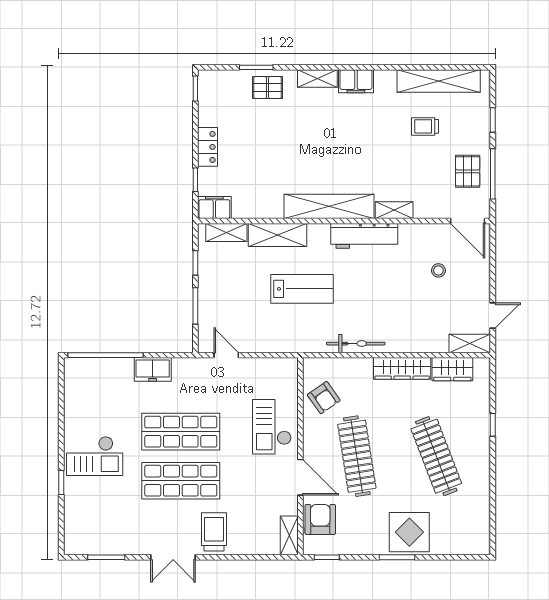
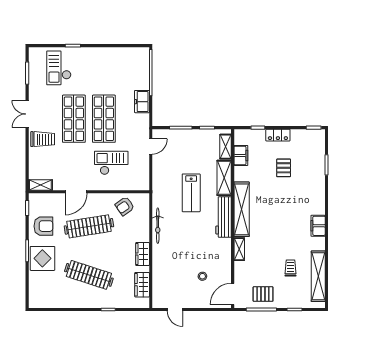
shelving: (317, 79) -> (320, 202), removed
pallet: (268, 87) -> (284, 168), moved
filing cabinet: (214, 208) -> (241, 155), moved
workbench: (364, 236) -> (224, 217), moved
shelving: (470, 343) -> (158, 295), removed
wardrobe: (402, 368) -> (143, 254), width x0.67
checkout: (272, 427) -> (111, 163), moved
checkout: (95, 456) -> (59, 68), moved
clothes rail: (436, 456) -> (89, 275), turned 39
armchair: (320, 519) -> (43, 226), moved

